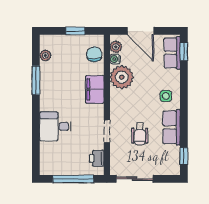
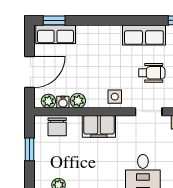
chair: (94, 54) -> (57, 127), turned -90
plant: (122, 77) -> (78, 101), width x0.53, depth x0.53
side table: (166, 96) -> (115, 97), moved

